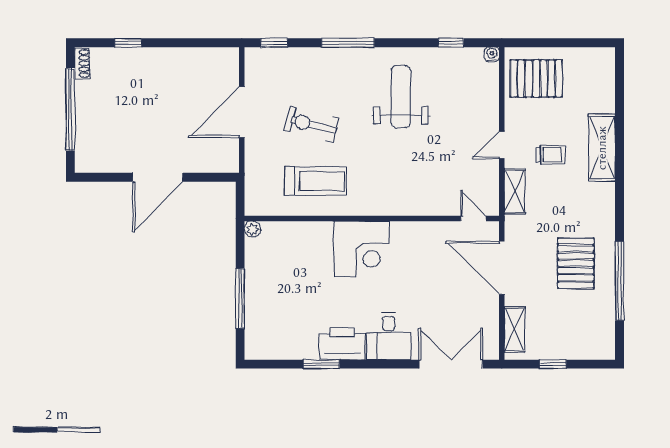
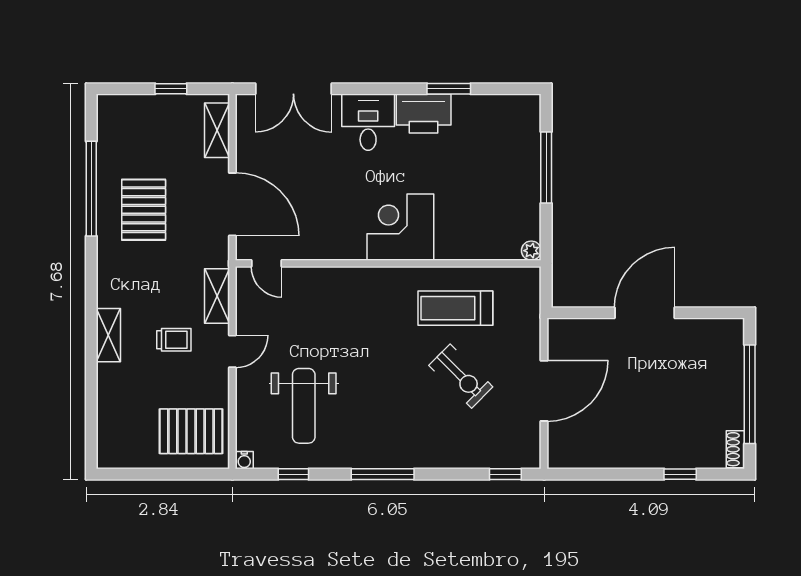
window: (348, 43) -> (383, 474), moved
weight bench: (401, 97) -> (304, 406), moved
exercise bike: (311, 124) -> (461, 376), turned 31
shelving: (602, 148) -> (108, 335), width x0.67, depth x0.75
trolley: (550, 155) -> (174, 340), turned 180

